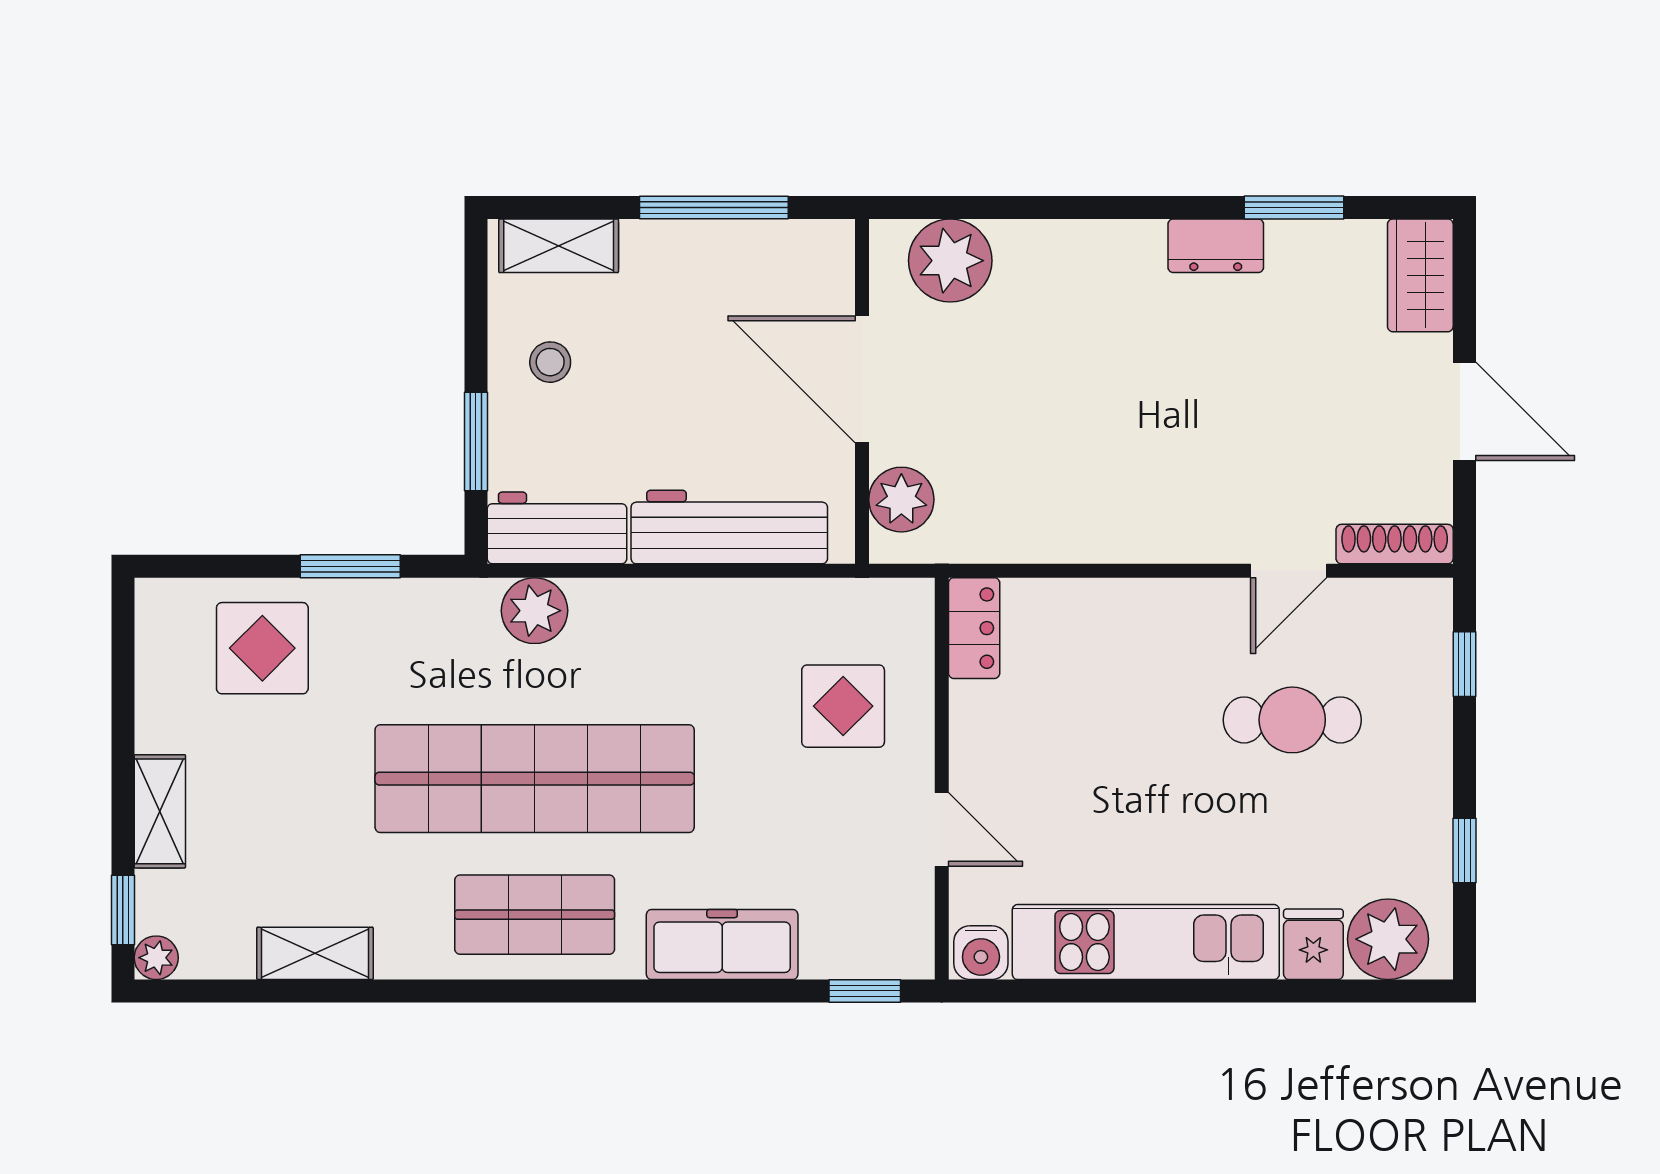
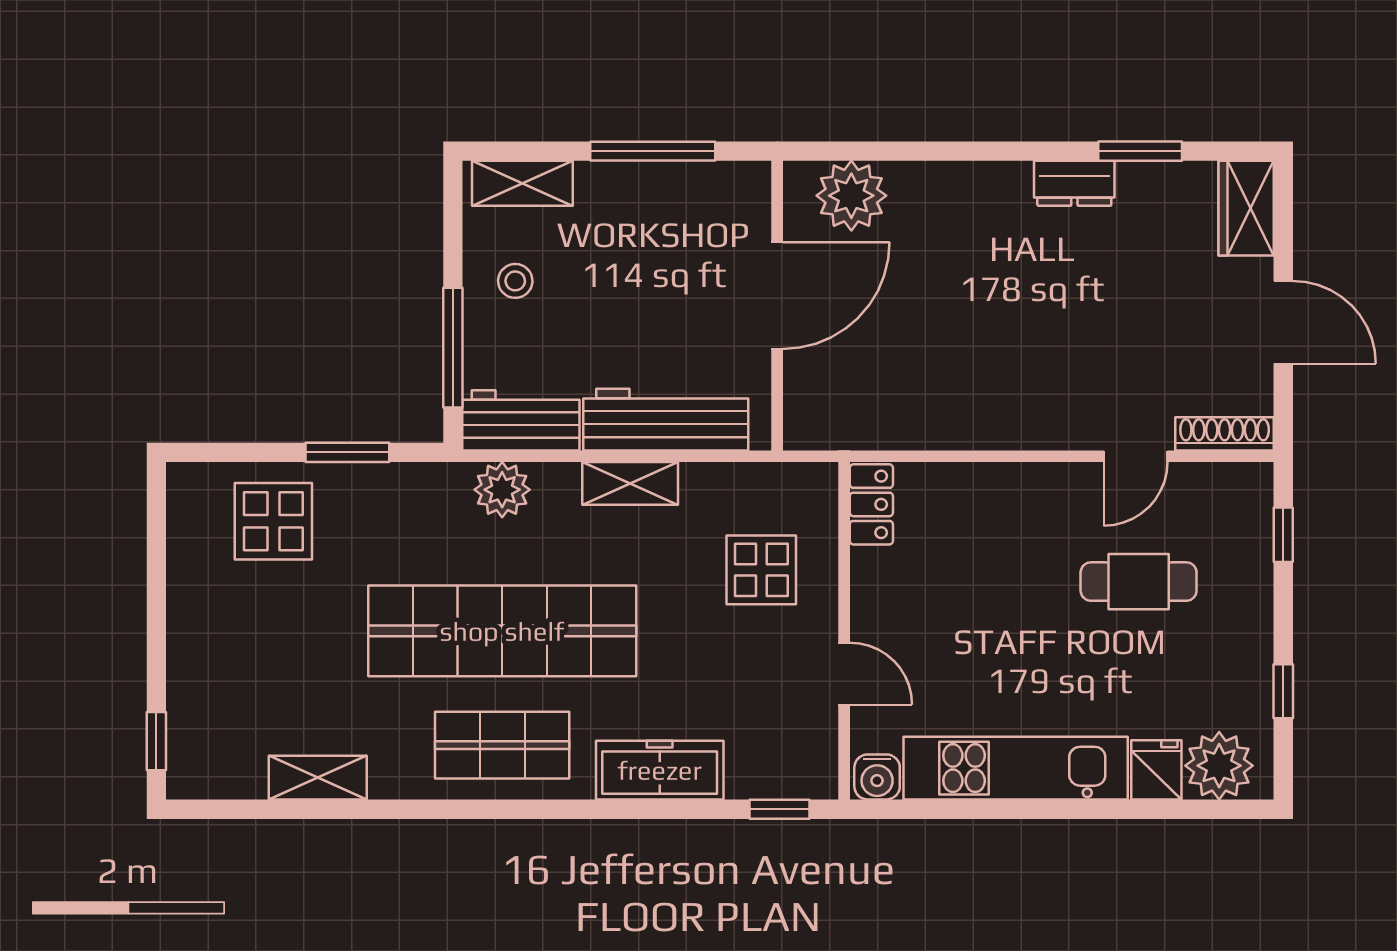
door: (862, 379) -> (777, 295), swing flipped
window: (476, 441) -> (453, 348), width x1.44
plant: (901, 500) -> (810, 396), removed
shelving: (160, 811) -> (630, 483), moved, turned 90
plant: (156, 958) -> (184, 781), removed

